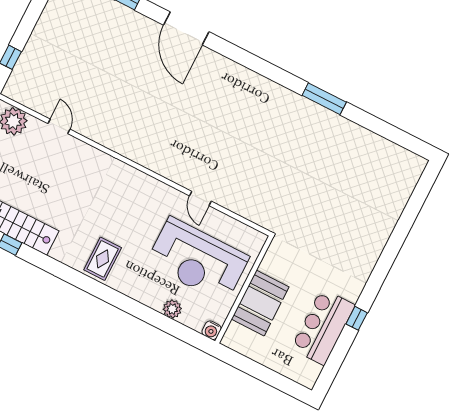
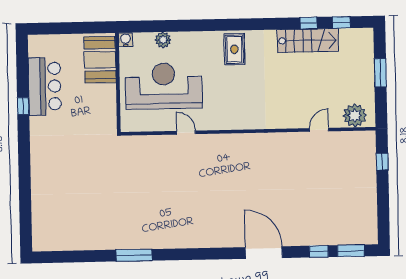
door: (59, 126) -> (319, 130), swing flipped
booth: (260, 303) -> (100, 60), moved

